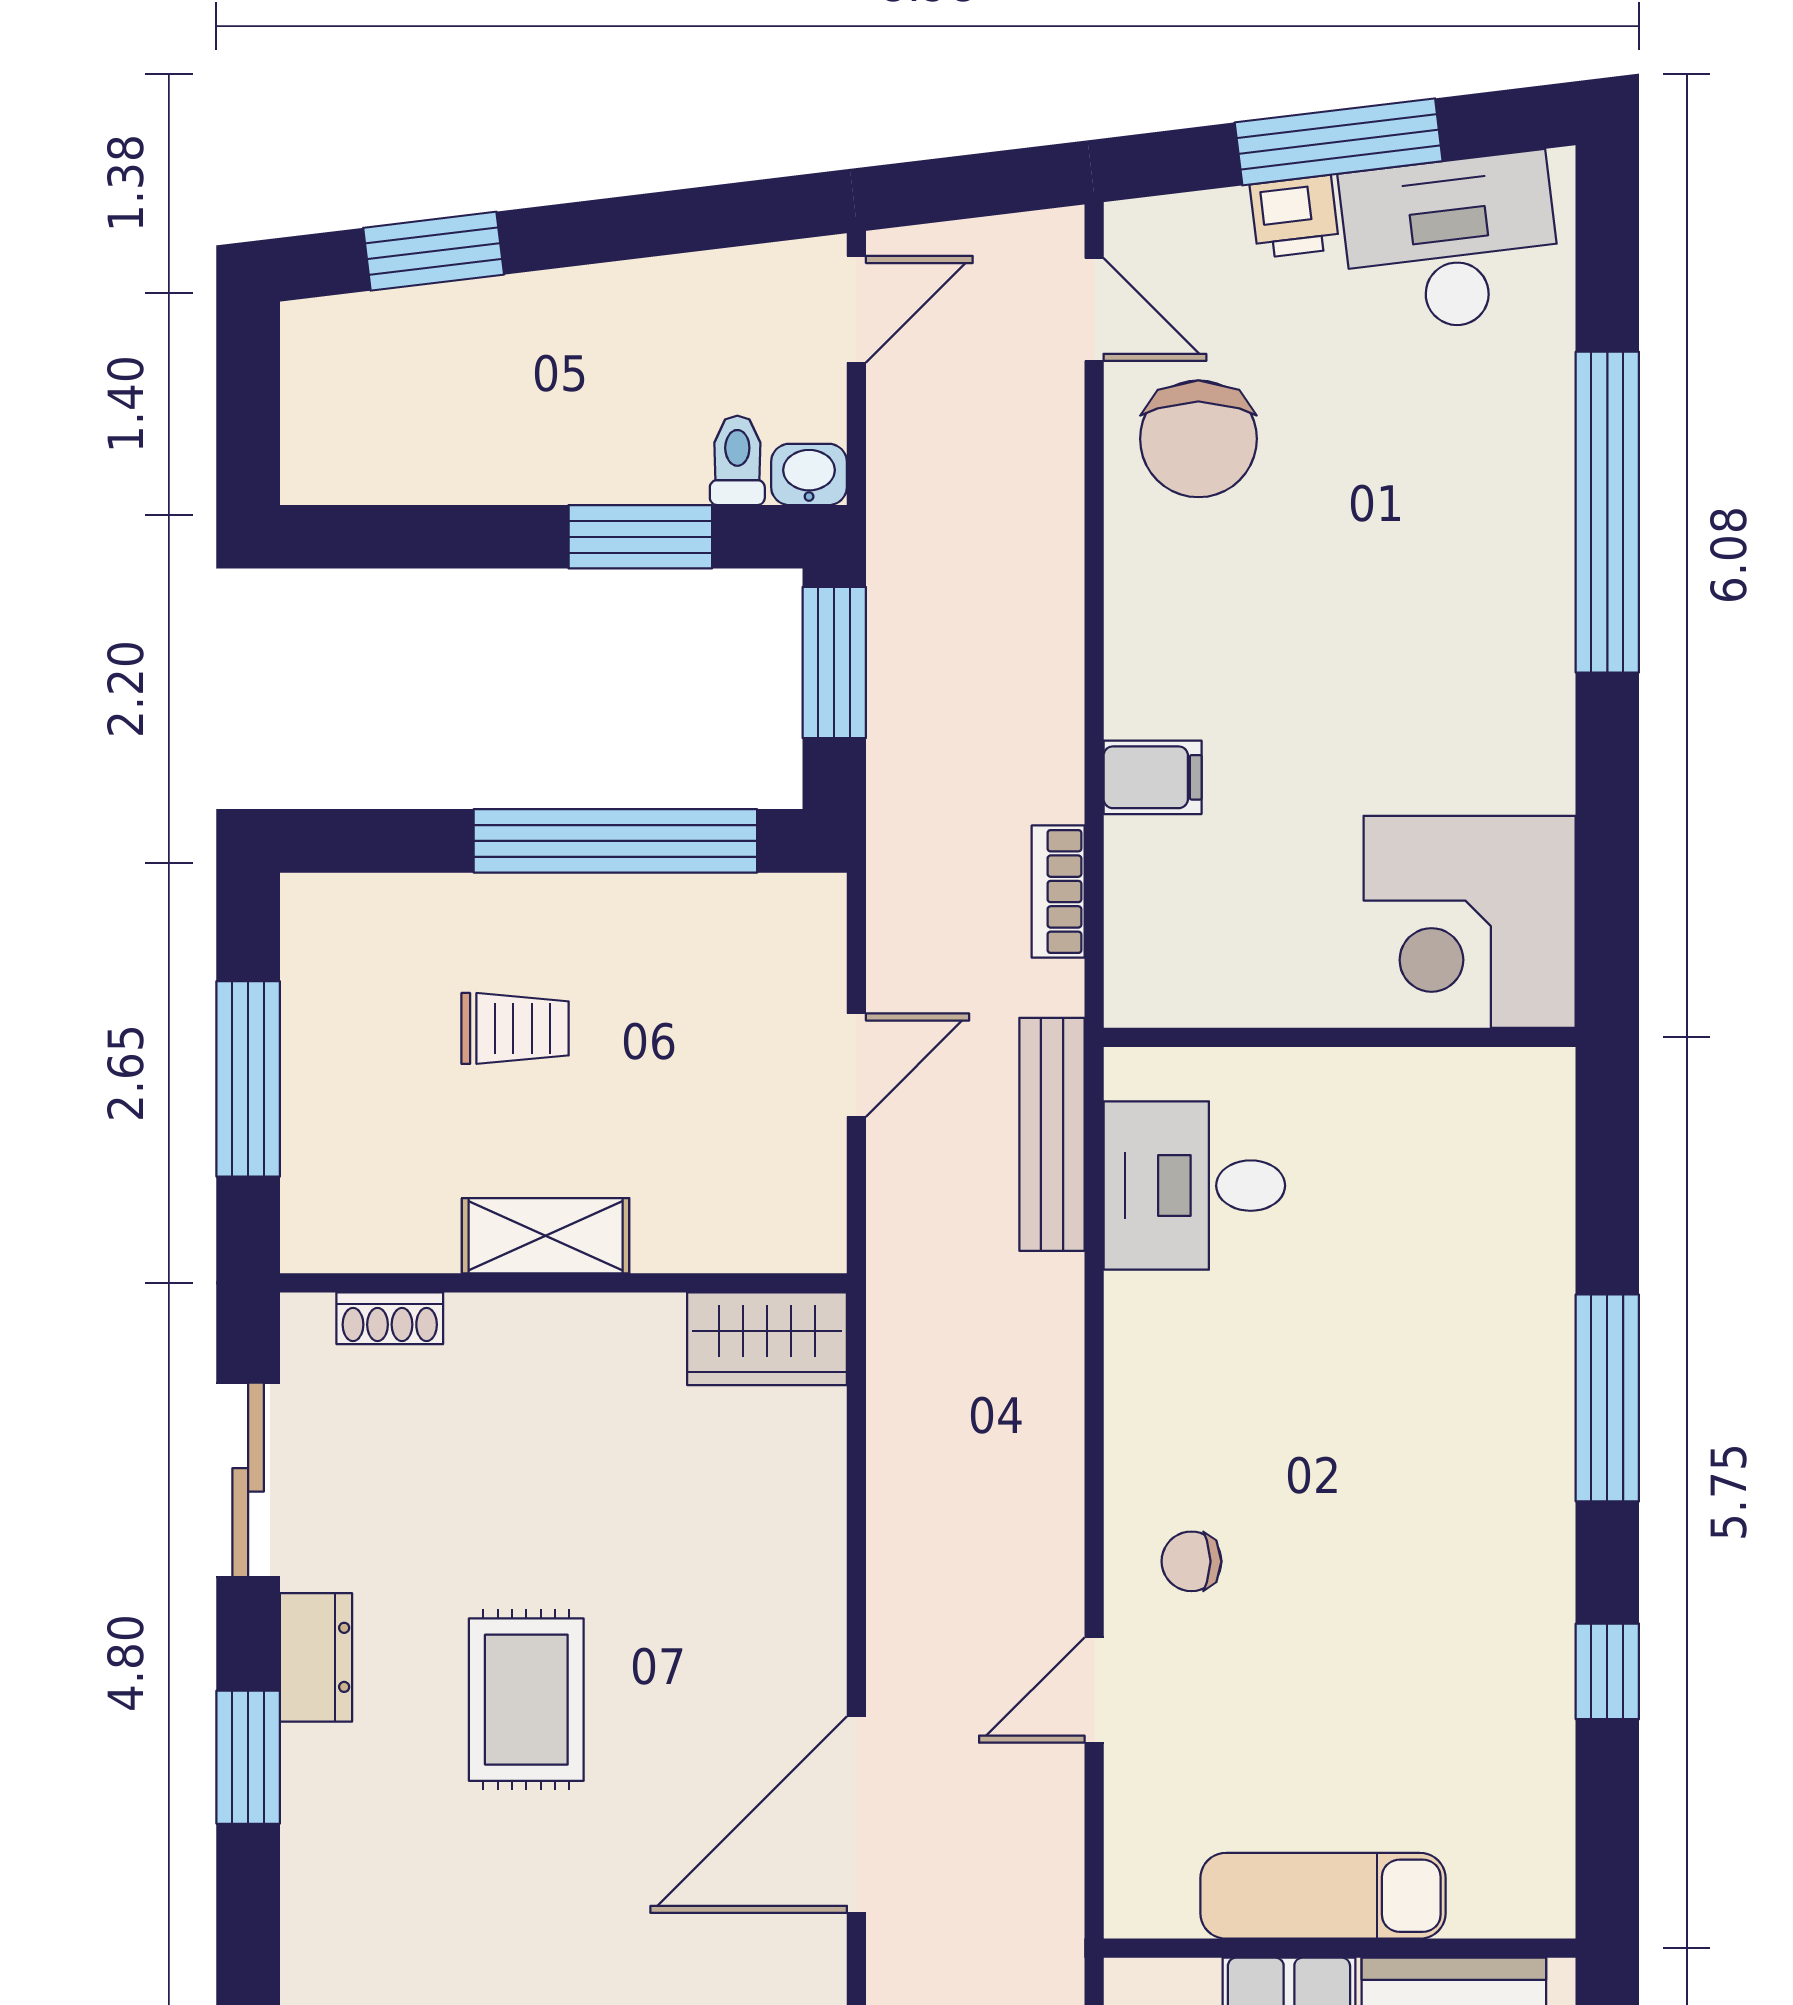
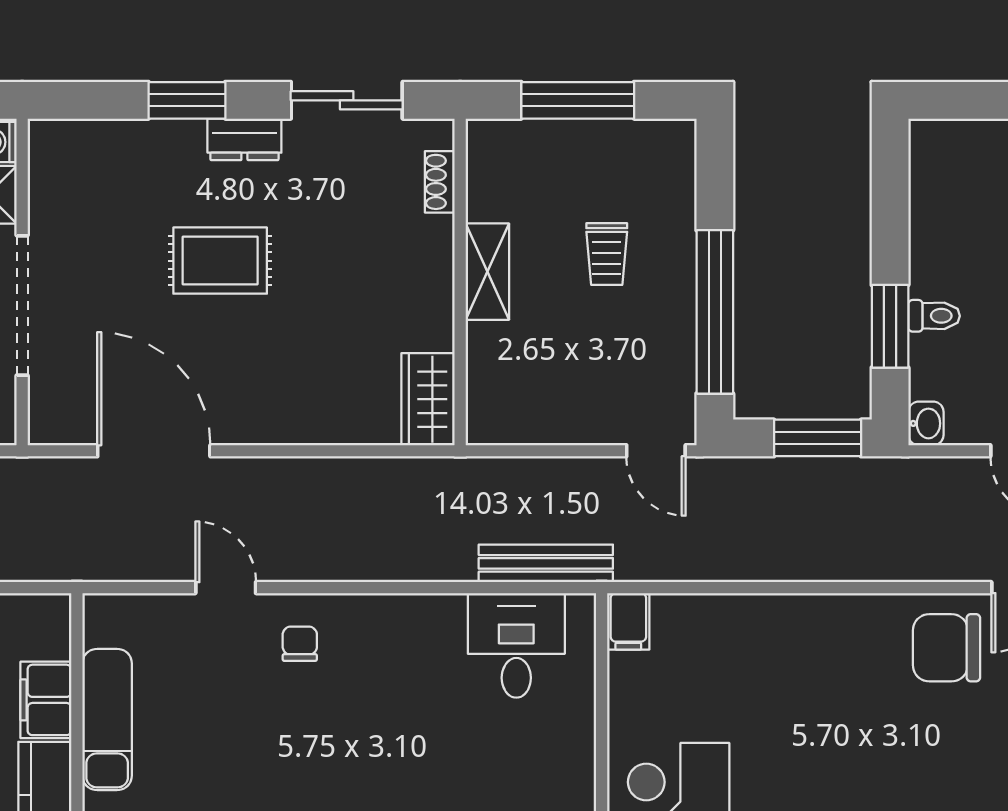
toilet: (737, 460) -> (934, 316), moved
filing cabinet: (1153, 777) -> (628, 621), moved
bookcase: (1058, 892) -> (686, 567), removed
door: (856, 1065) -> (656, 451), moved

